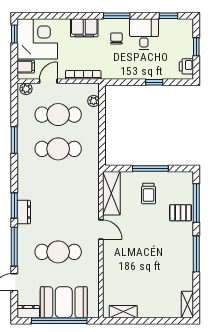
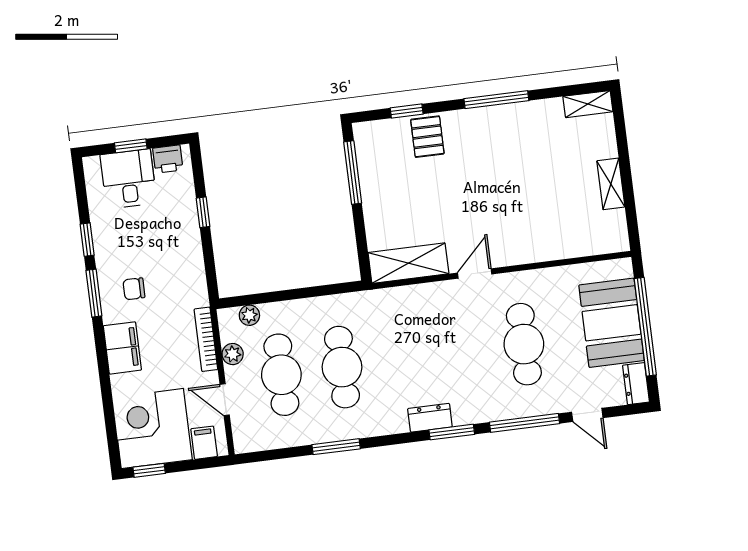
window: (169, 16) -> (87, 240), moved
desk: (144, 34) -> (129, 179), moved, turned 90
plant: (26, 89) -> (233, 354), moved
window: (150, 169) -> (353, 173), moved
trolley: (148, 194) -> (401, 198), removed
window: (196, 203) -> (407, 111), width x0.46
dresser: (24, 212) -> (430, 418), moved
shelving: (123, 312) -> (611, 184), moved

